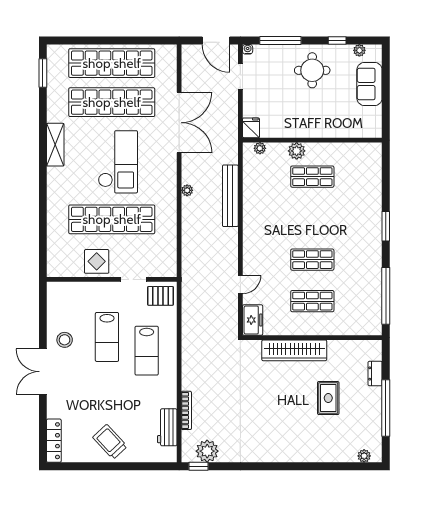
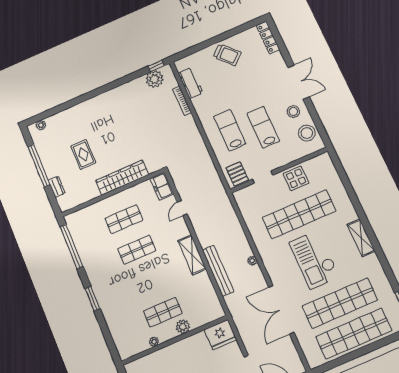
fridge: (251, 128) -> (220, 335), width x1.88, depth x1.34
shelving: (55, 145) -> (361, 238), moved
plant: (260, 148) -> (154, 342), moved
shelving: (252, 226) -> (192, 255), added
pallet: (161, 296) -> (237, 174), turned 90
stool: (61, 308) -> (307, 133), added

